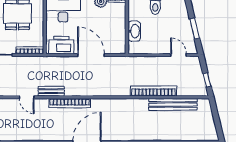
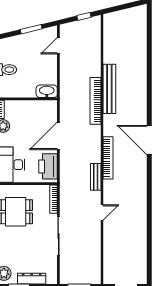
washbasin: (134, 31) -> (47, 91), moved
bookcase: (153, 91) -> (95, 101), moved
door: (27, 97) -> (102, 213), moved
bench: (173, 104) -> (109, 89), moved

